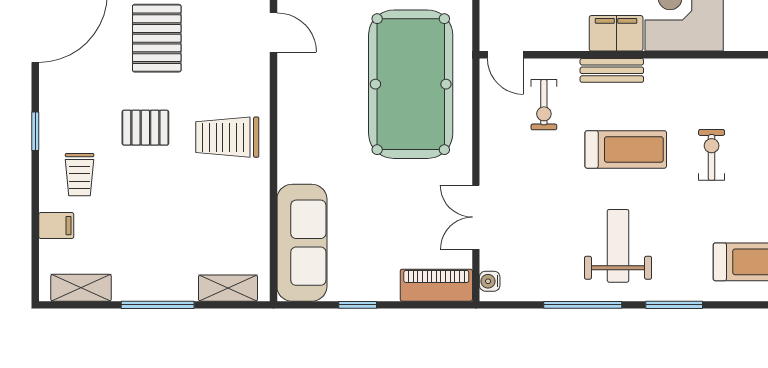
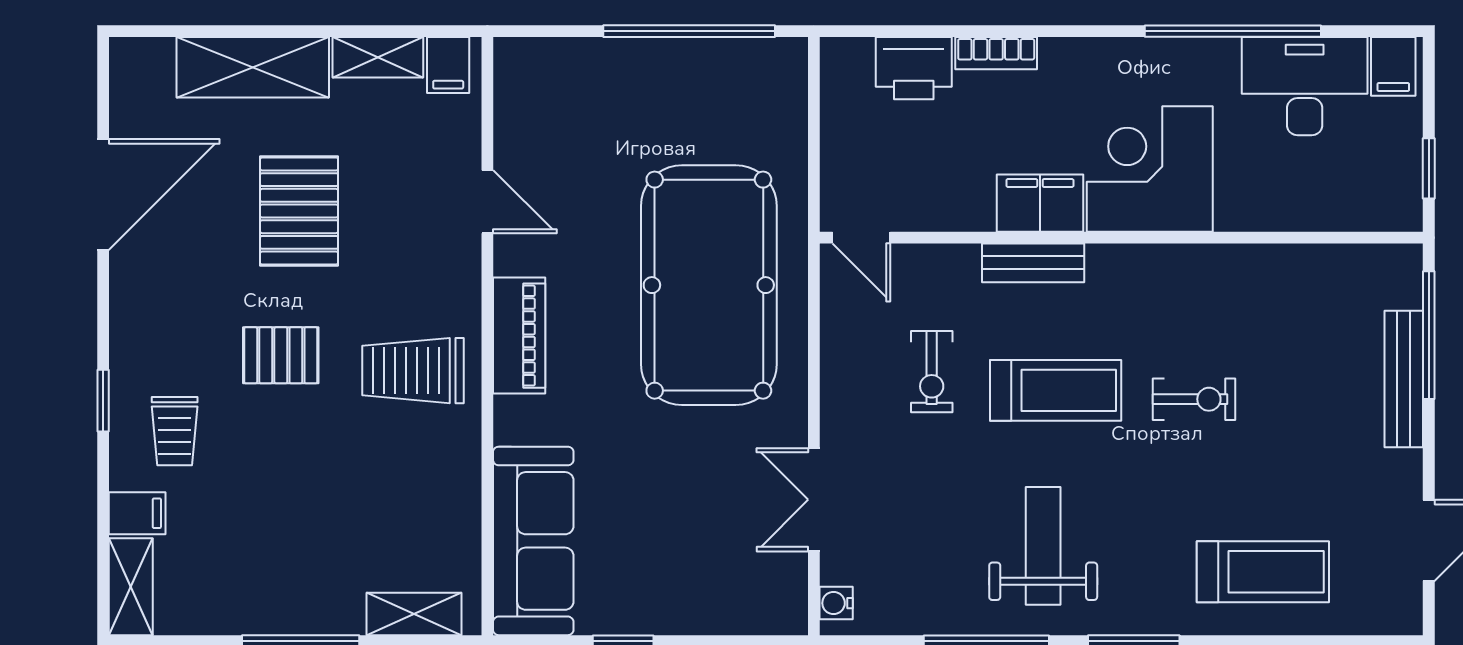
exercise bike: (544, 105) -> (932, 372), moved
window: (35, 131) -> (103, 401), moved
exercise bike: (712, 155) -> (1194, 399), turned 90
piano: (436, 285) -> (519, 336), moved, turned 90
shelving: (81, 288) -> (131, 587), moved, turned 90

